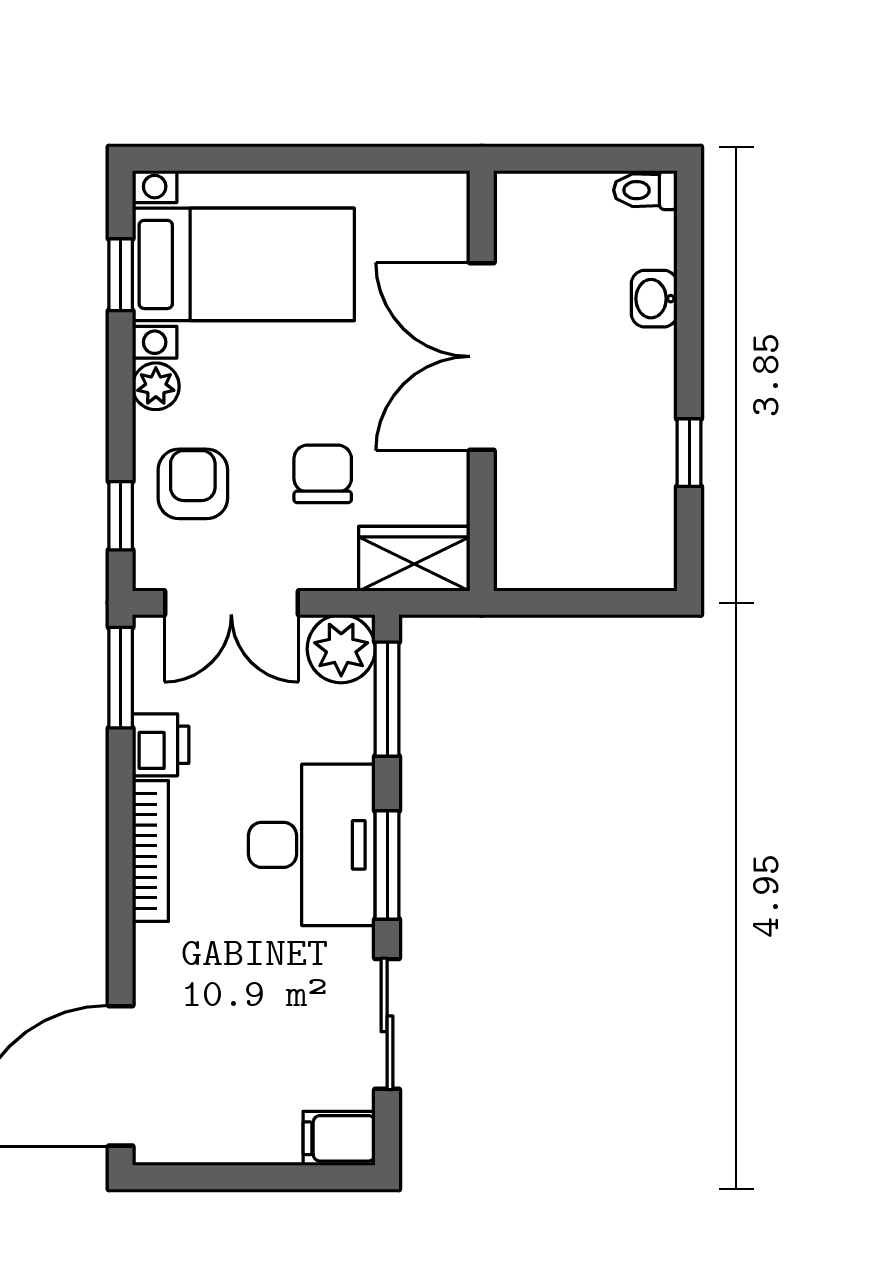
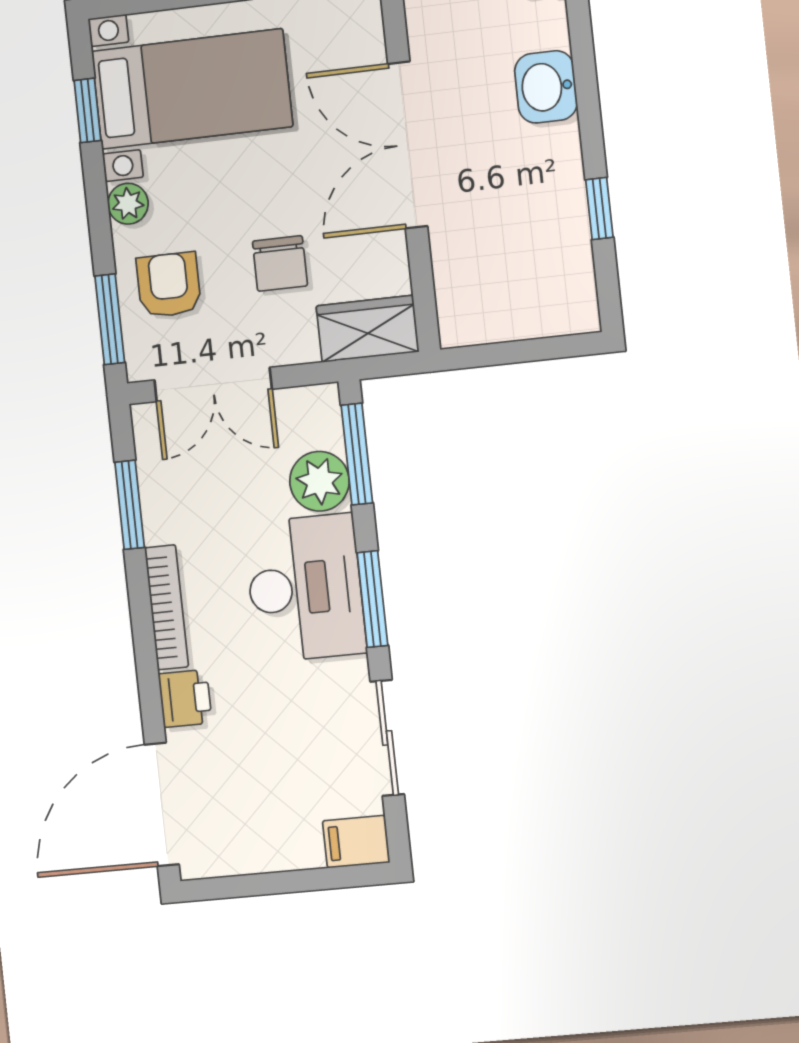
washbasin: (654, 299) -> (546, 87), width x1.38, depth x1.45
chair: (323, 474) -> (280, 263), turned 180
window: (121, 516) -> (110, 319), width x1.50
plant: (341, 649) -> (319, 481), moved
window: (121, 678) -> (130, 505), moved
printer: (161, 745) -> (185, 698), moved

